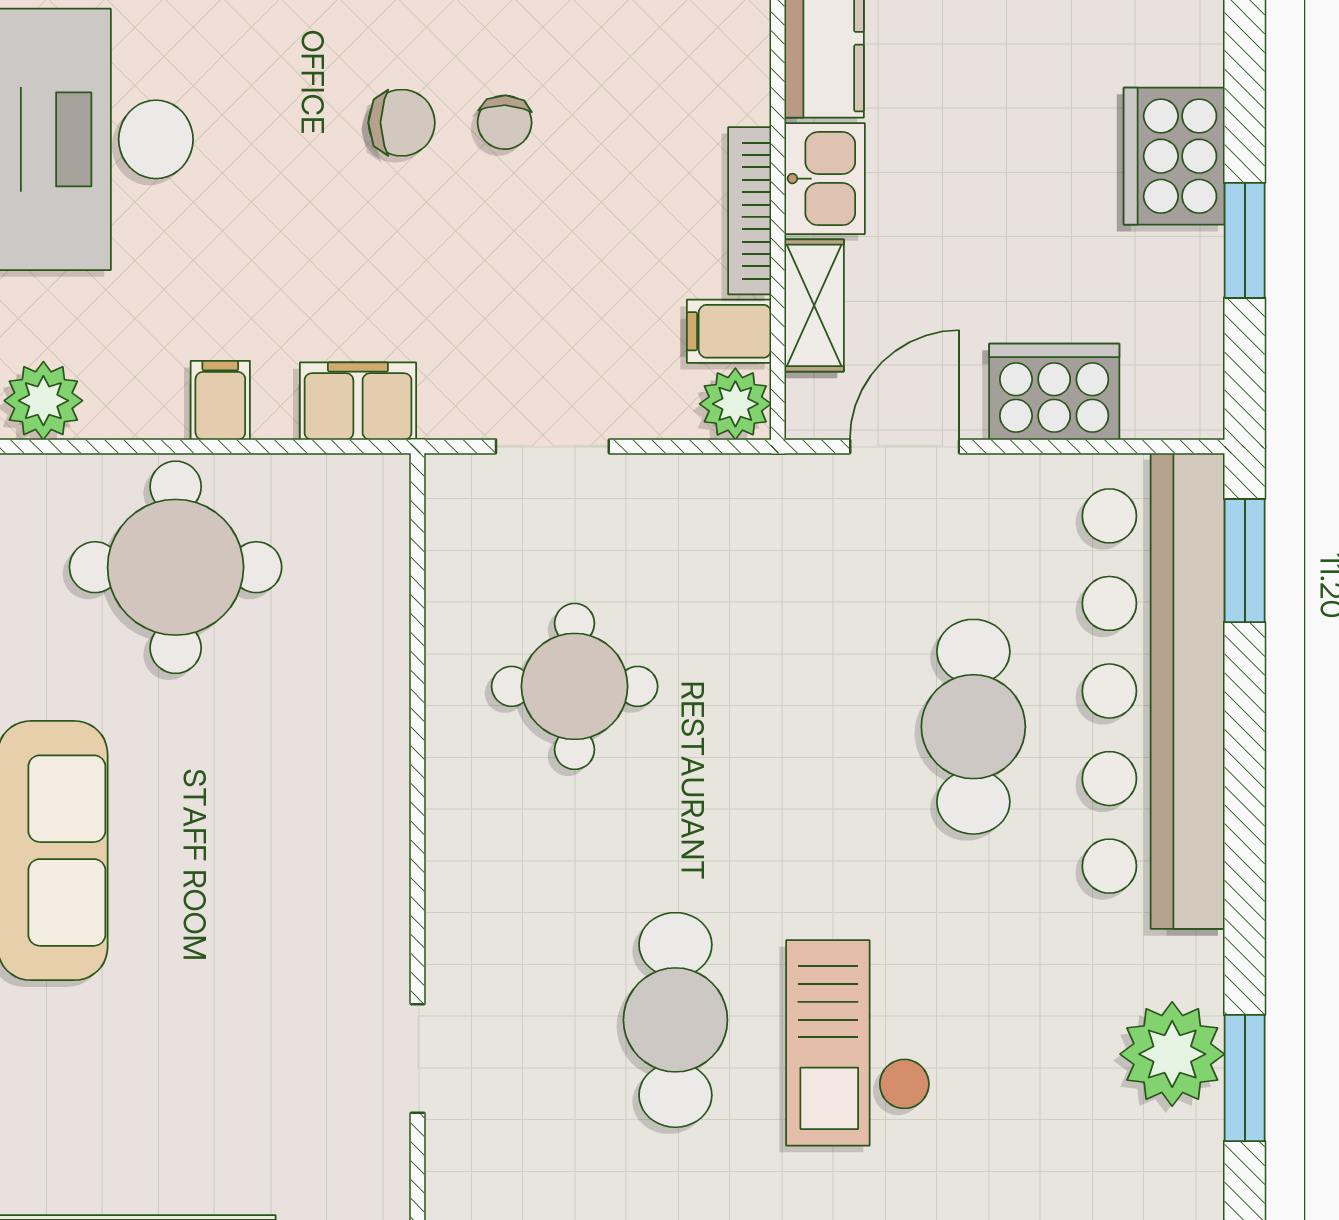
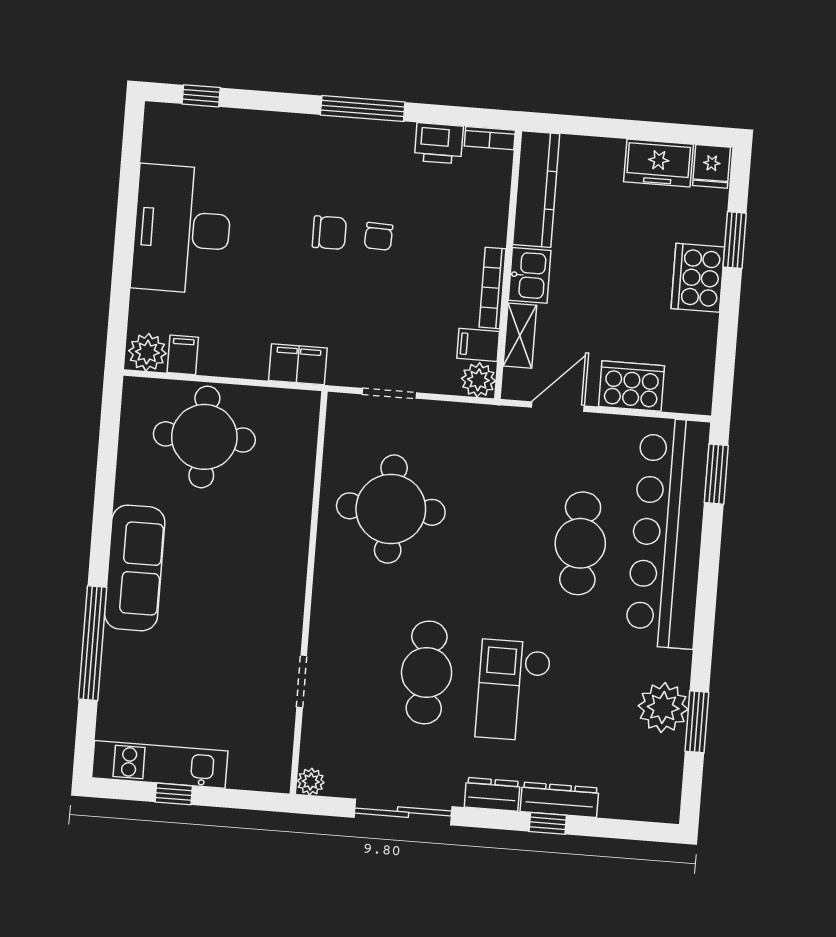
window: (1245, 240) -> (735, 240), moved
filing cabinet: (220, 400) -> (183, 355), moved
round table: (575, 686) -> (391, 509), width x1.36, depth x1.36

